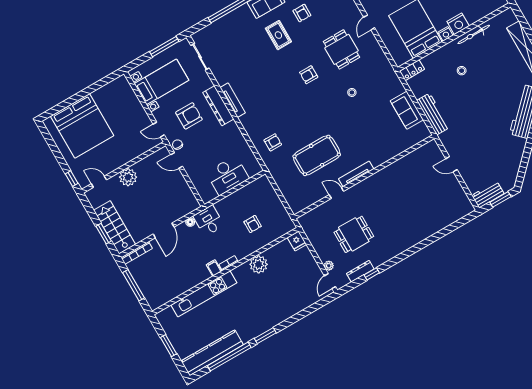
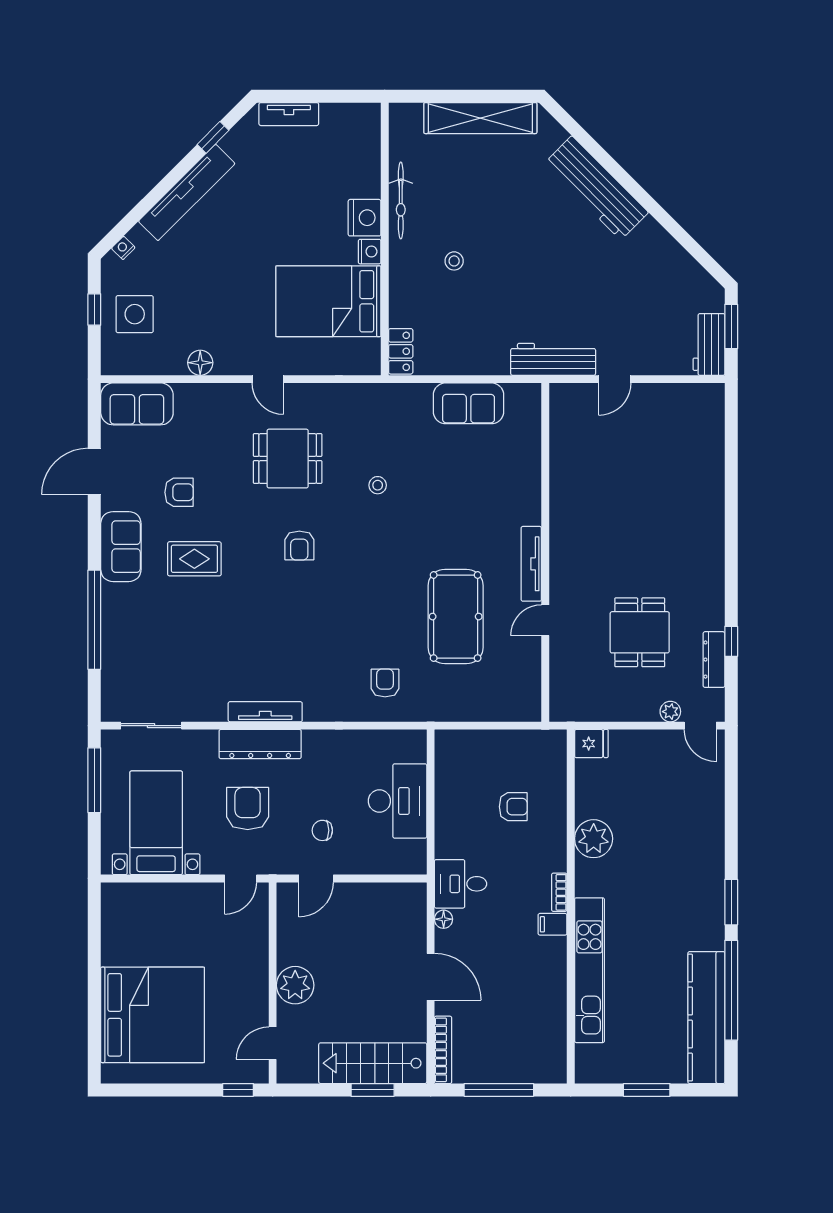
workbench: (433, 114) -> (553, 359), moved
chair: (177, 145) -> (322, 830), moved

